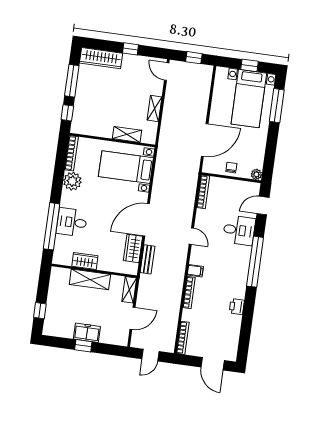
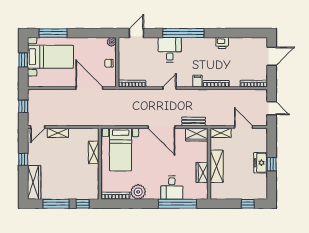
shelving: (155, 109) -> (58, 133), moved
door: (263, 206) -> (136, 33), swing flipped
desk: (239, 230) -> (170, 50), moved
wardrobe: (133, 248) -> (197, 135), moved

